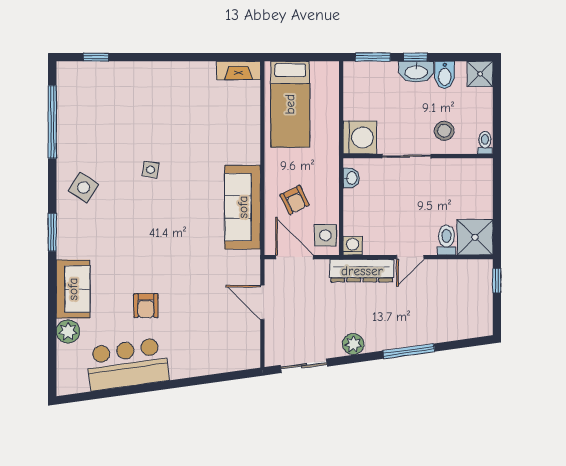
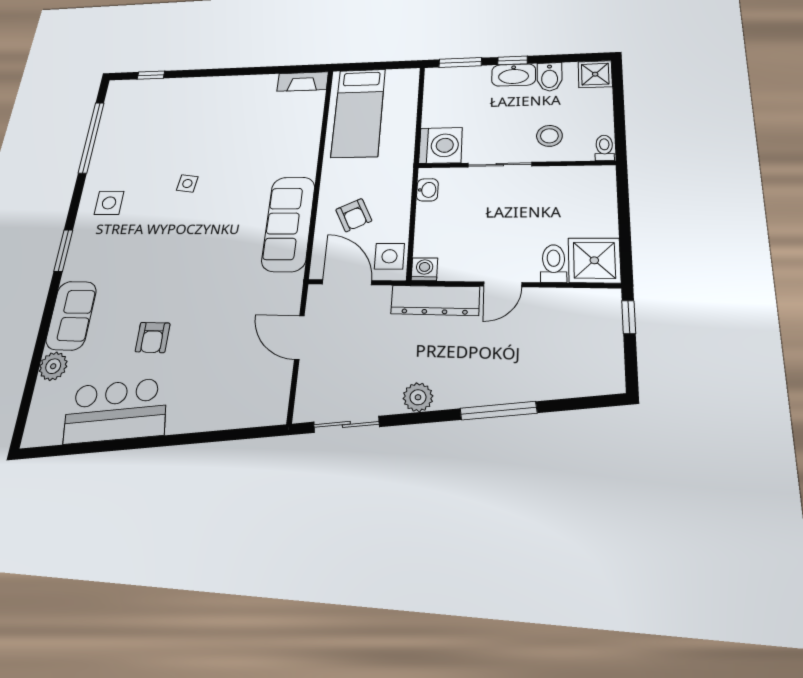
side table: (84, 188) -> (109, 203), turned -32

